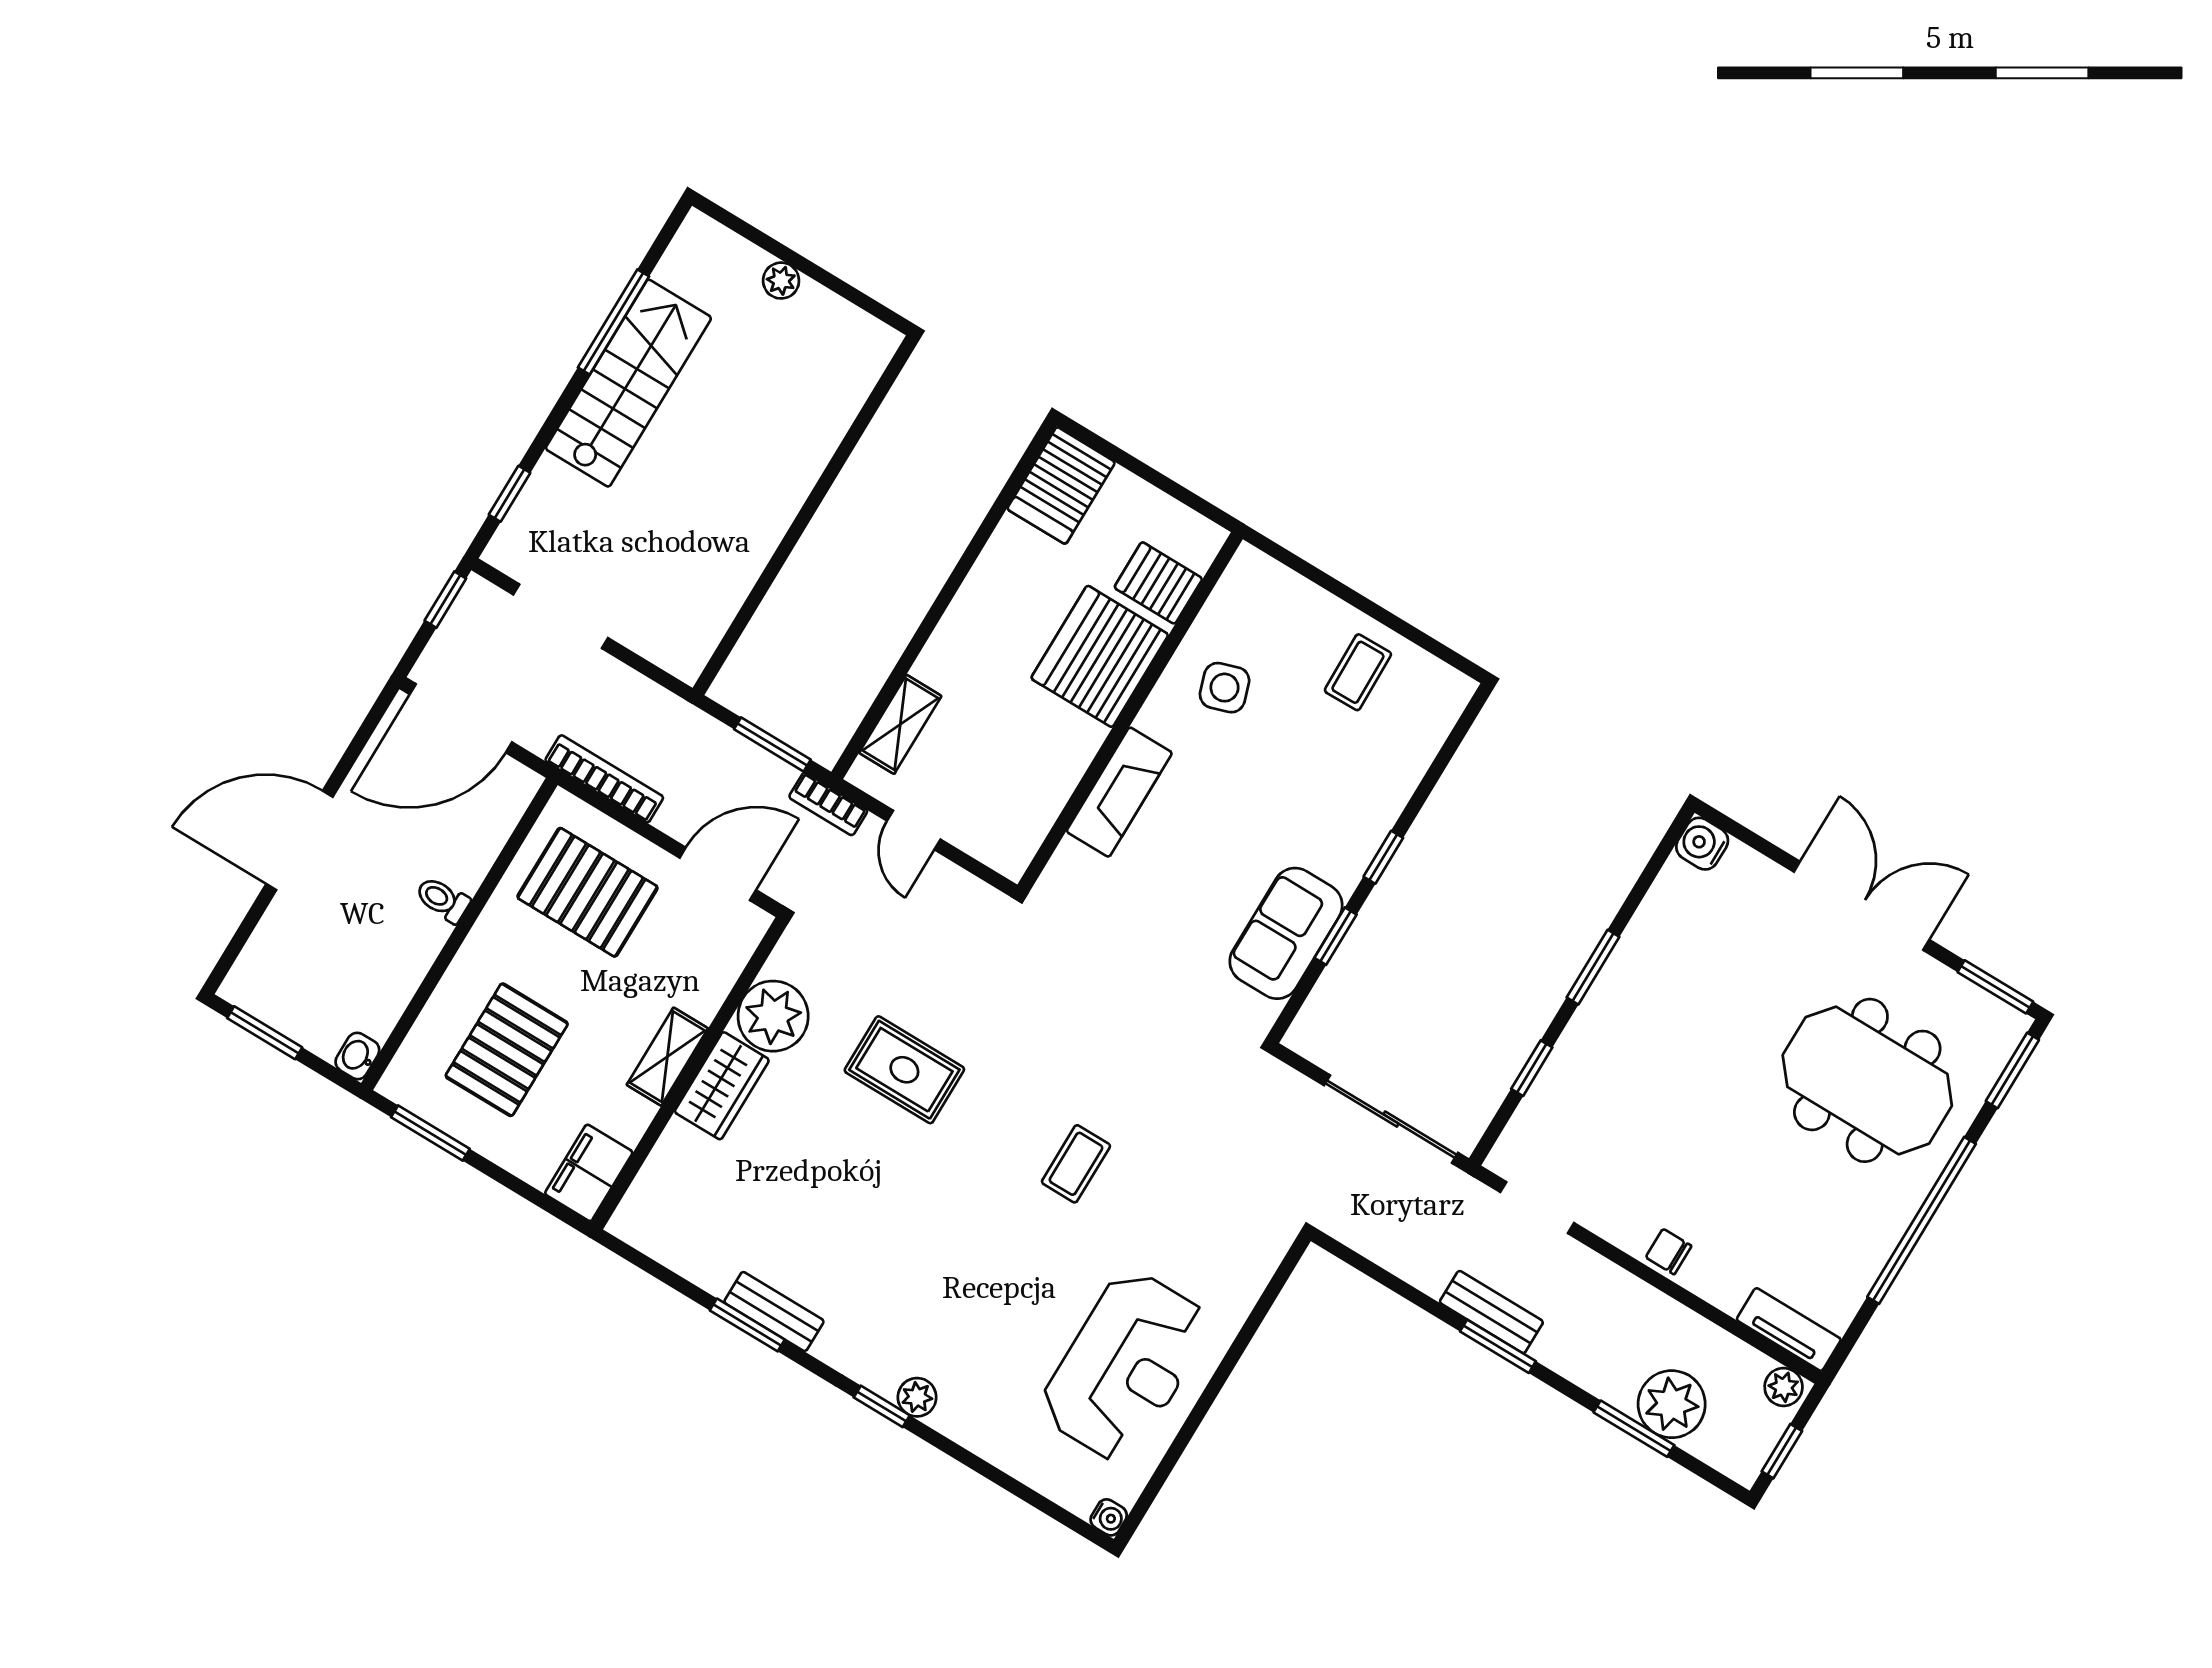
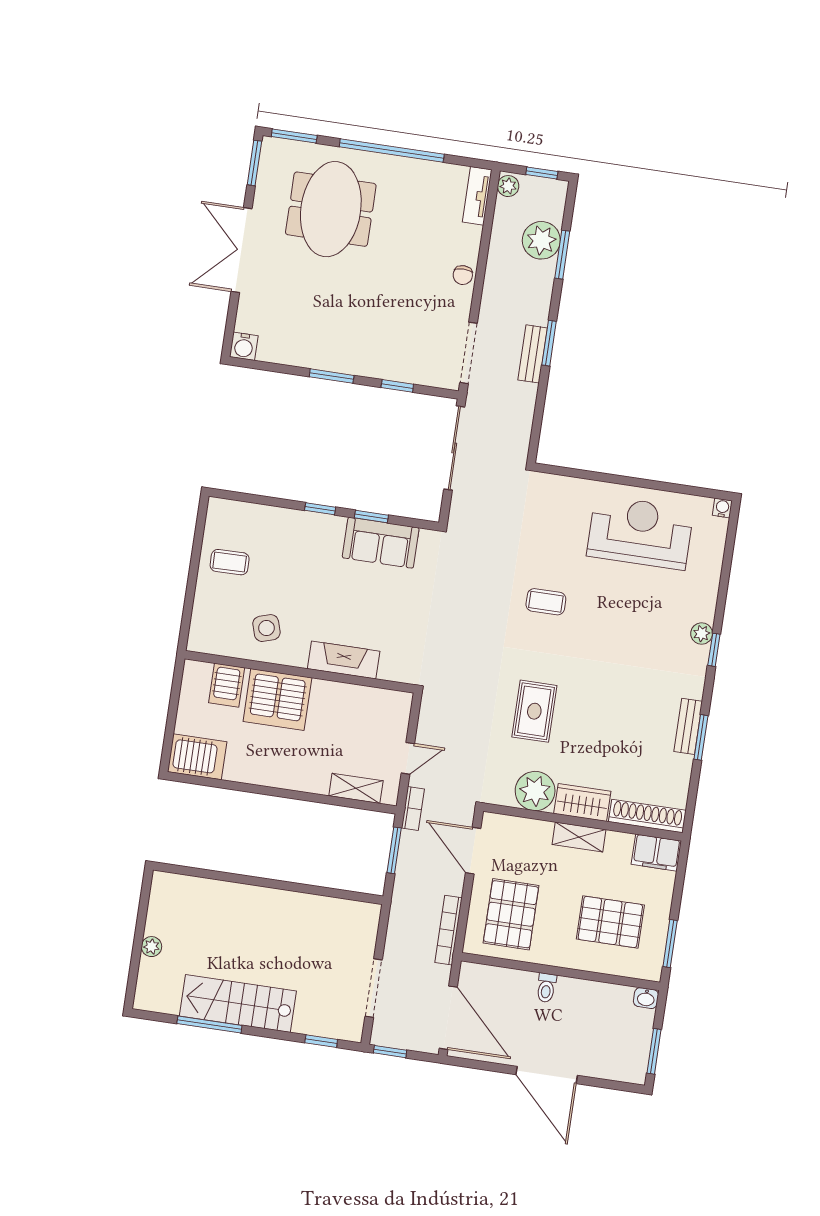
shoe rack: (655, 1183) -> (647, 816), added
doorway: (1537, 1208) -> (469, 353), width x1.38

